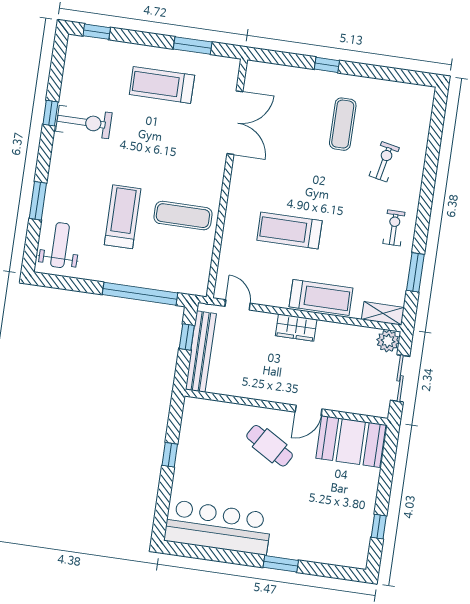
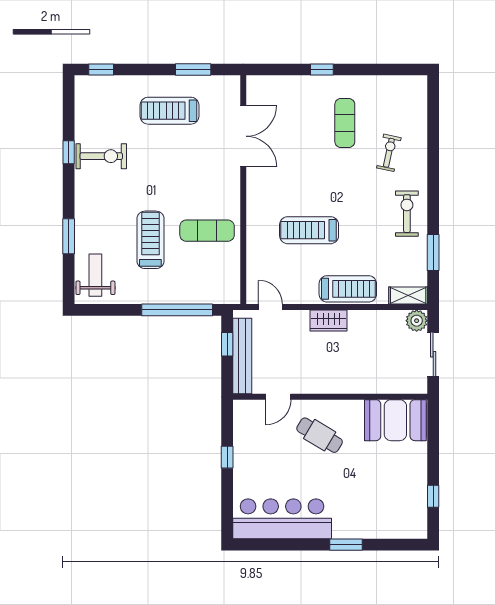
exercise bike: (394, 228) -> (407, 214), width x1.38, depth x1.39
door: (309, 410) -> (278, 397), moved

